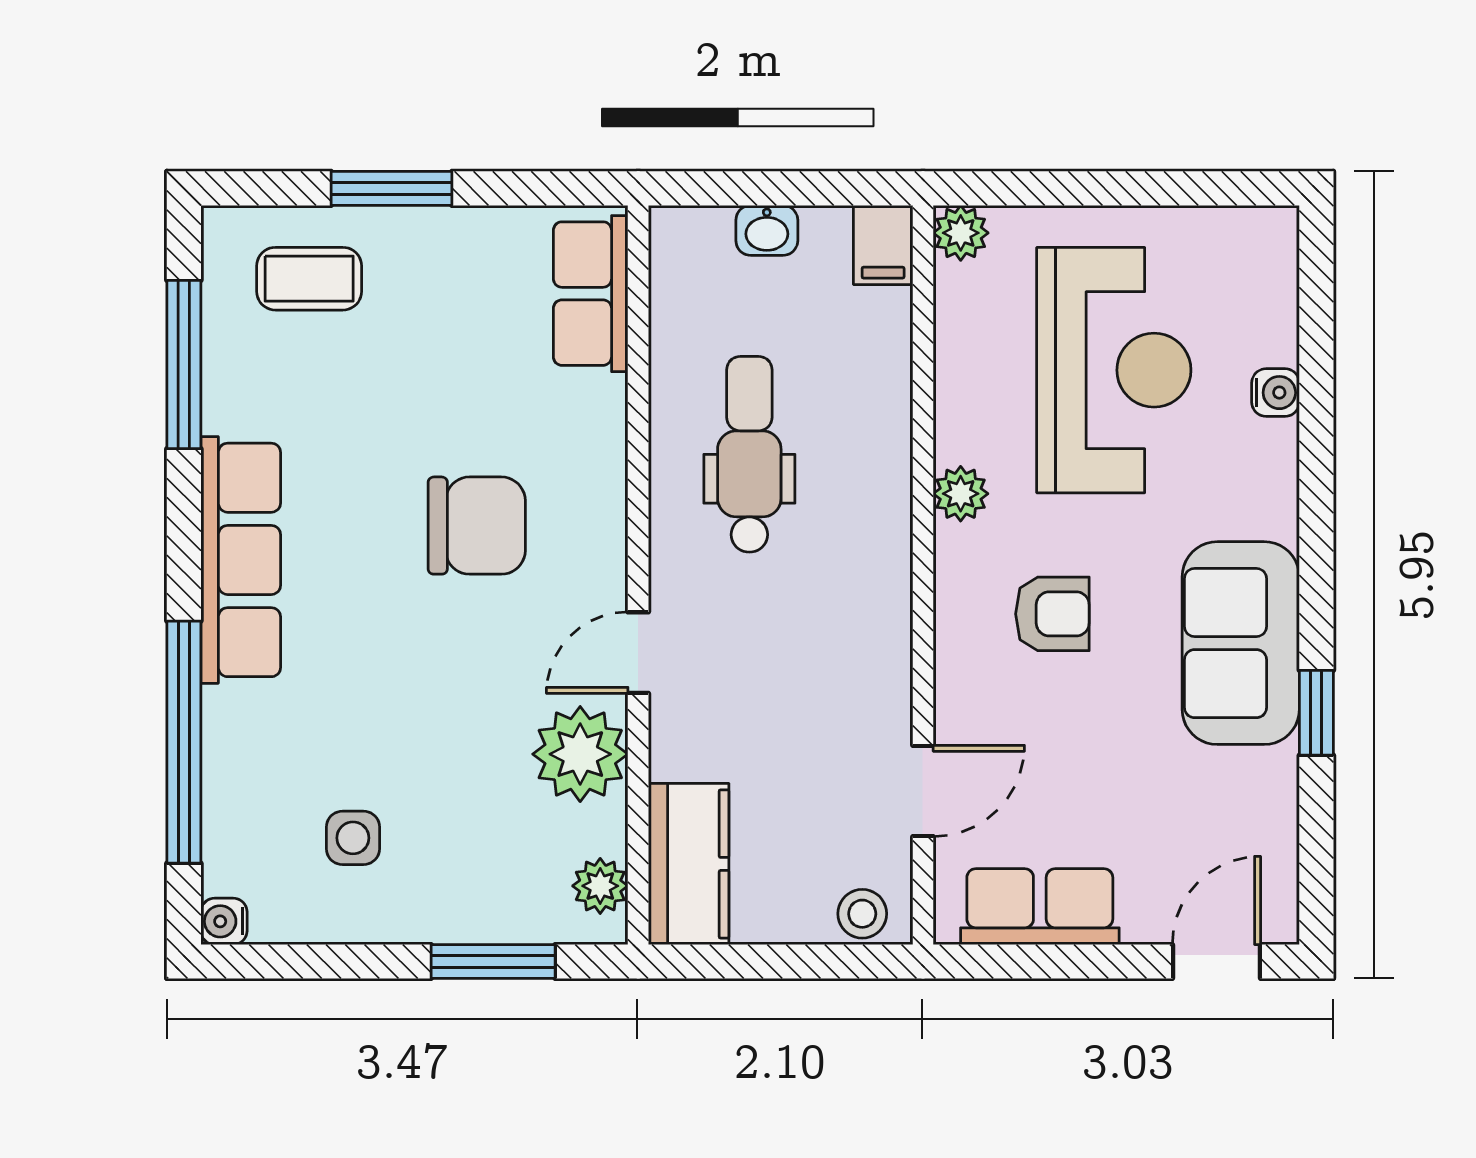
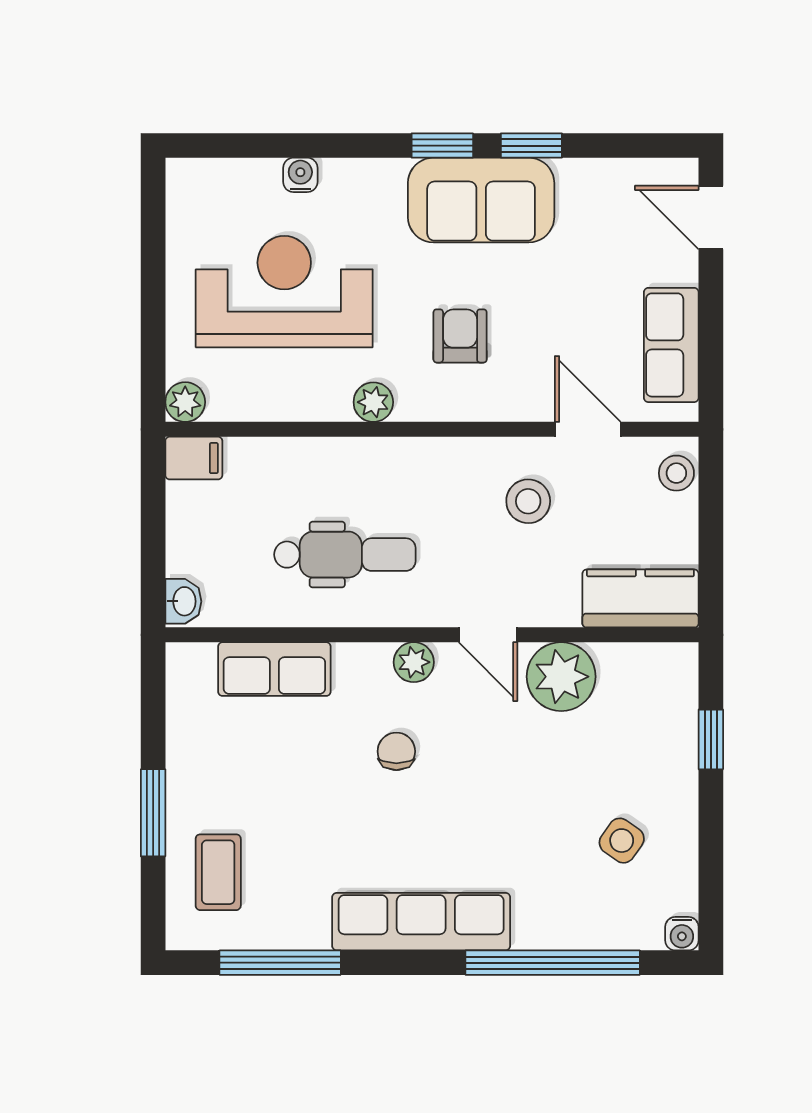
washbasin: (767, 230) -> (183, 601), moved
row of seats: (591, 294) -> (274, 669), moved
dental chair: (749, 454) -> (345, 555), turned 180
chair: (477, 526) -> (396, 751), width x0.54, depth x0.54
window: (1316, 589) -> (442, 146), added
stool: (823, 708) -> (528, 501), added
side table: (353, 838) -> (622, 841), turned 35
plant: (600, 886) -> (414, 662), moved
window: (493, 961) -> (711, 739), width x0.67

